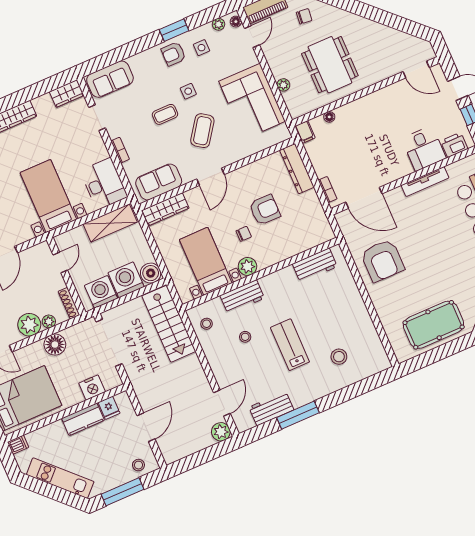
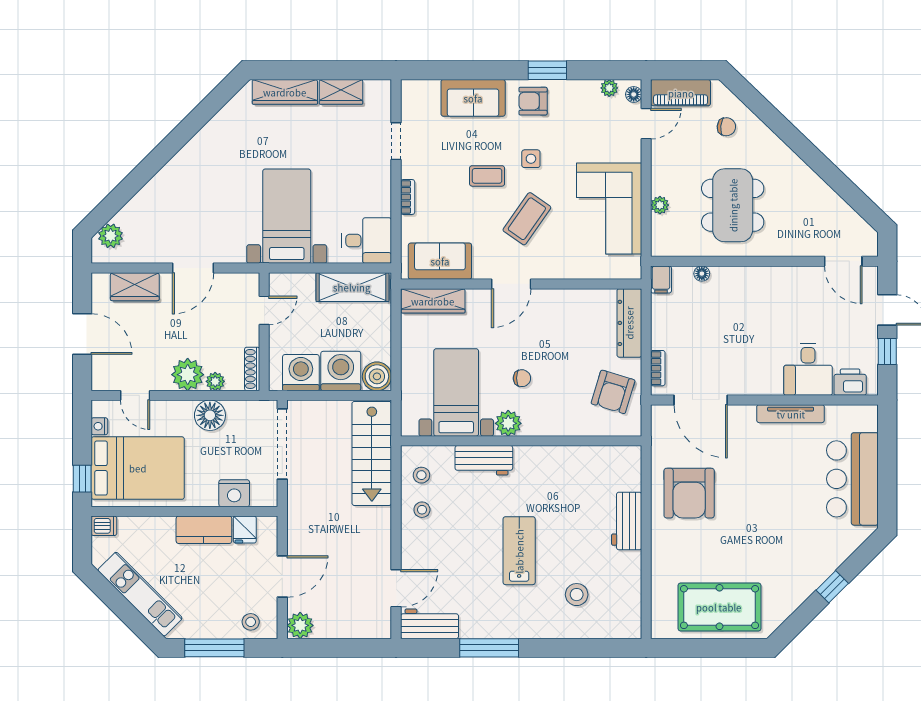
side table: (201, 48) -> (573, 109), removed
sofa: (110, 79) -> (473, 98), moved
wardrobe: (67, 94) -> (341, 92), moved
desk: (104, 184) -> (367, 241), width x0.73
armchair: (265, 210) -> (613, 392), moved, turned 107
workbench: (315, 265) -> (627, 521), moved, turned 90
stool: (245, 337) -> (422, 510), moved
workbench: (271, 408) -> (429, 624), moved
plant: (221, 432) -> (300, 625), moved

